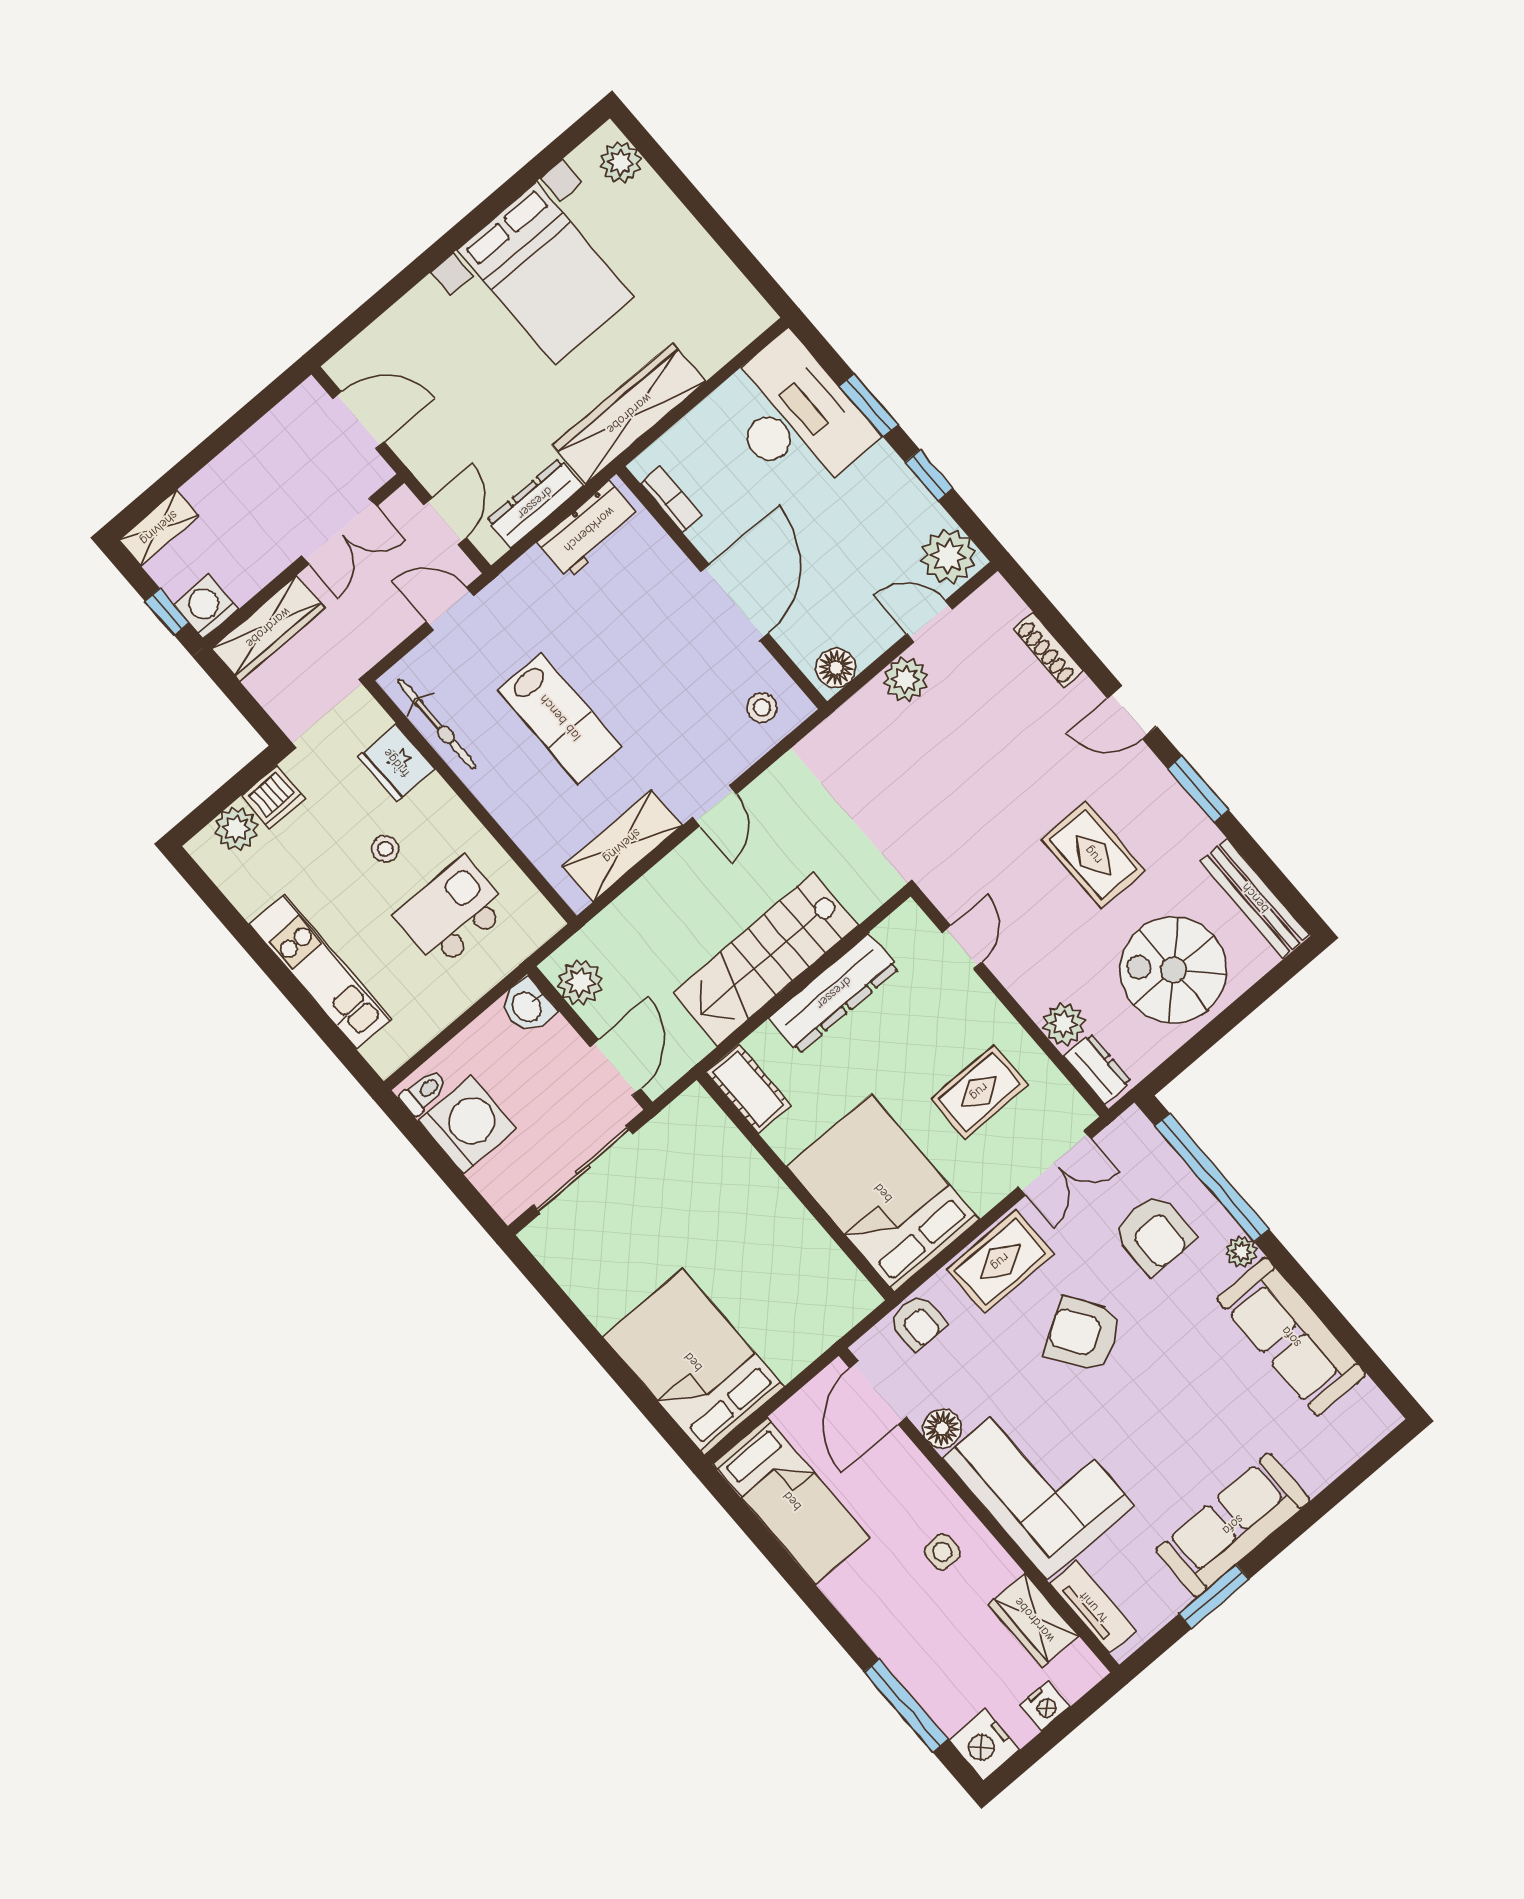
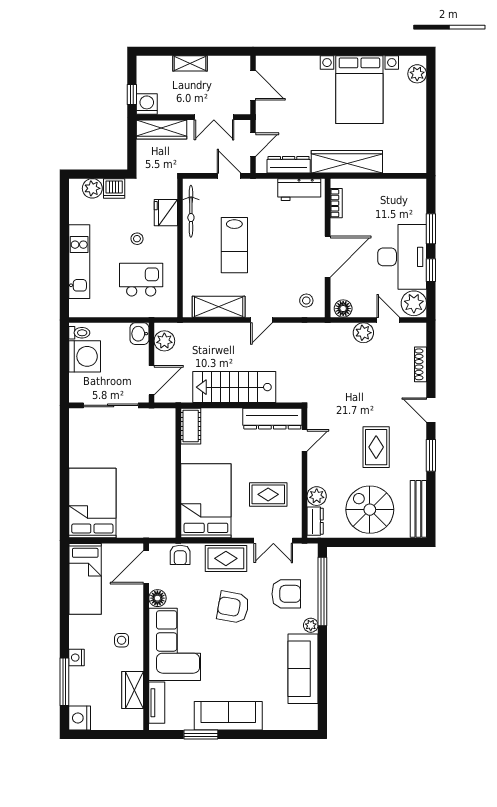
desk: (794, 417) -> (402, 257), moved
shelving: (159, 528) -> (190, 63), moved
dresser: (834, 993) -> (272, 419), moved
armchair: (1154, 1234) -> (286, 594), turned -90
armchair: (1083, 1334) -> (233, 607), turned -47
nightstand: (1045, 1706) -> (76, 658), moved, turned 90

